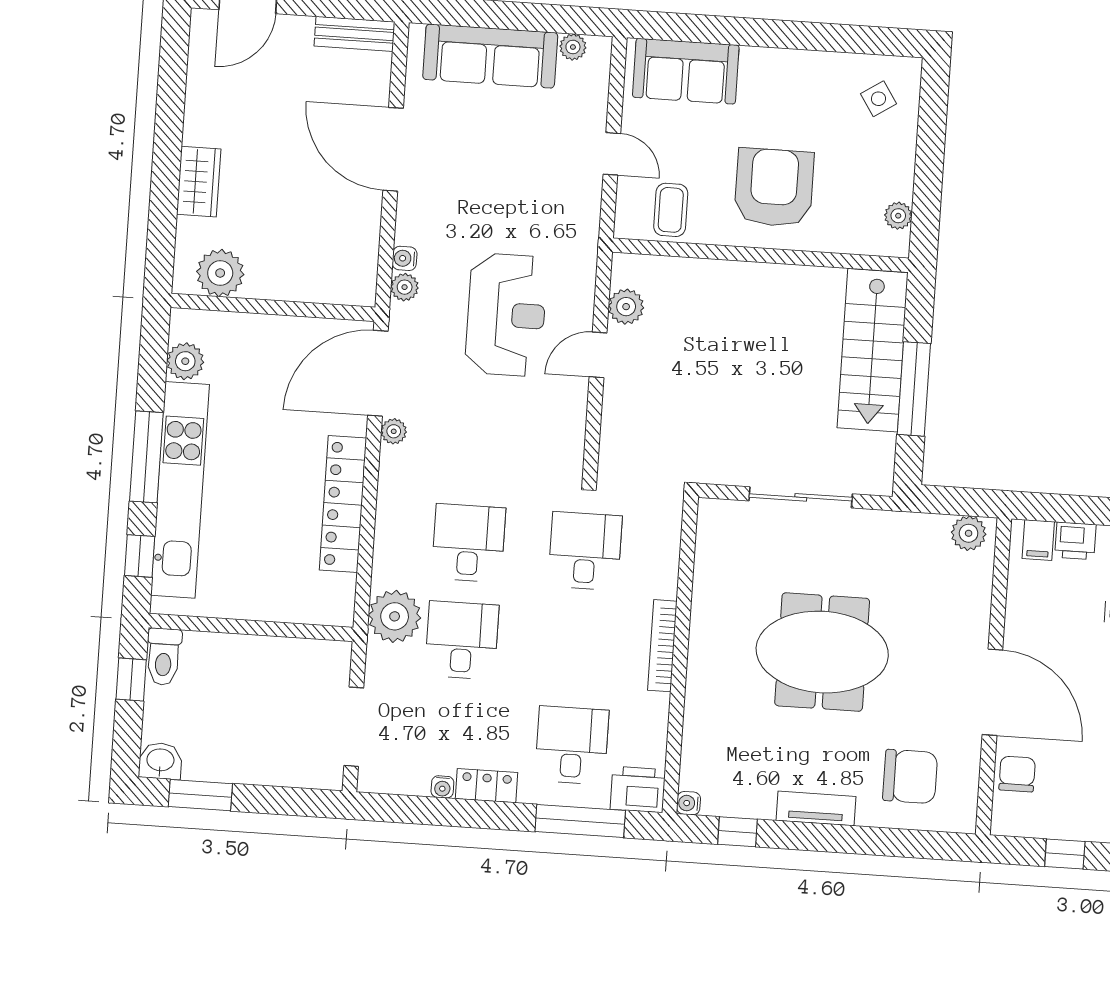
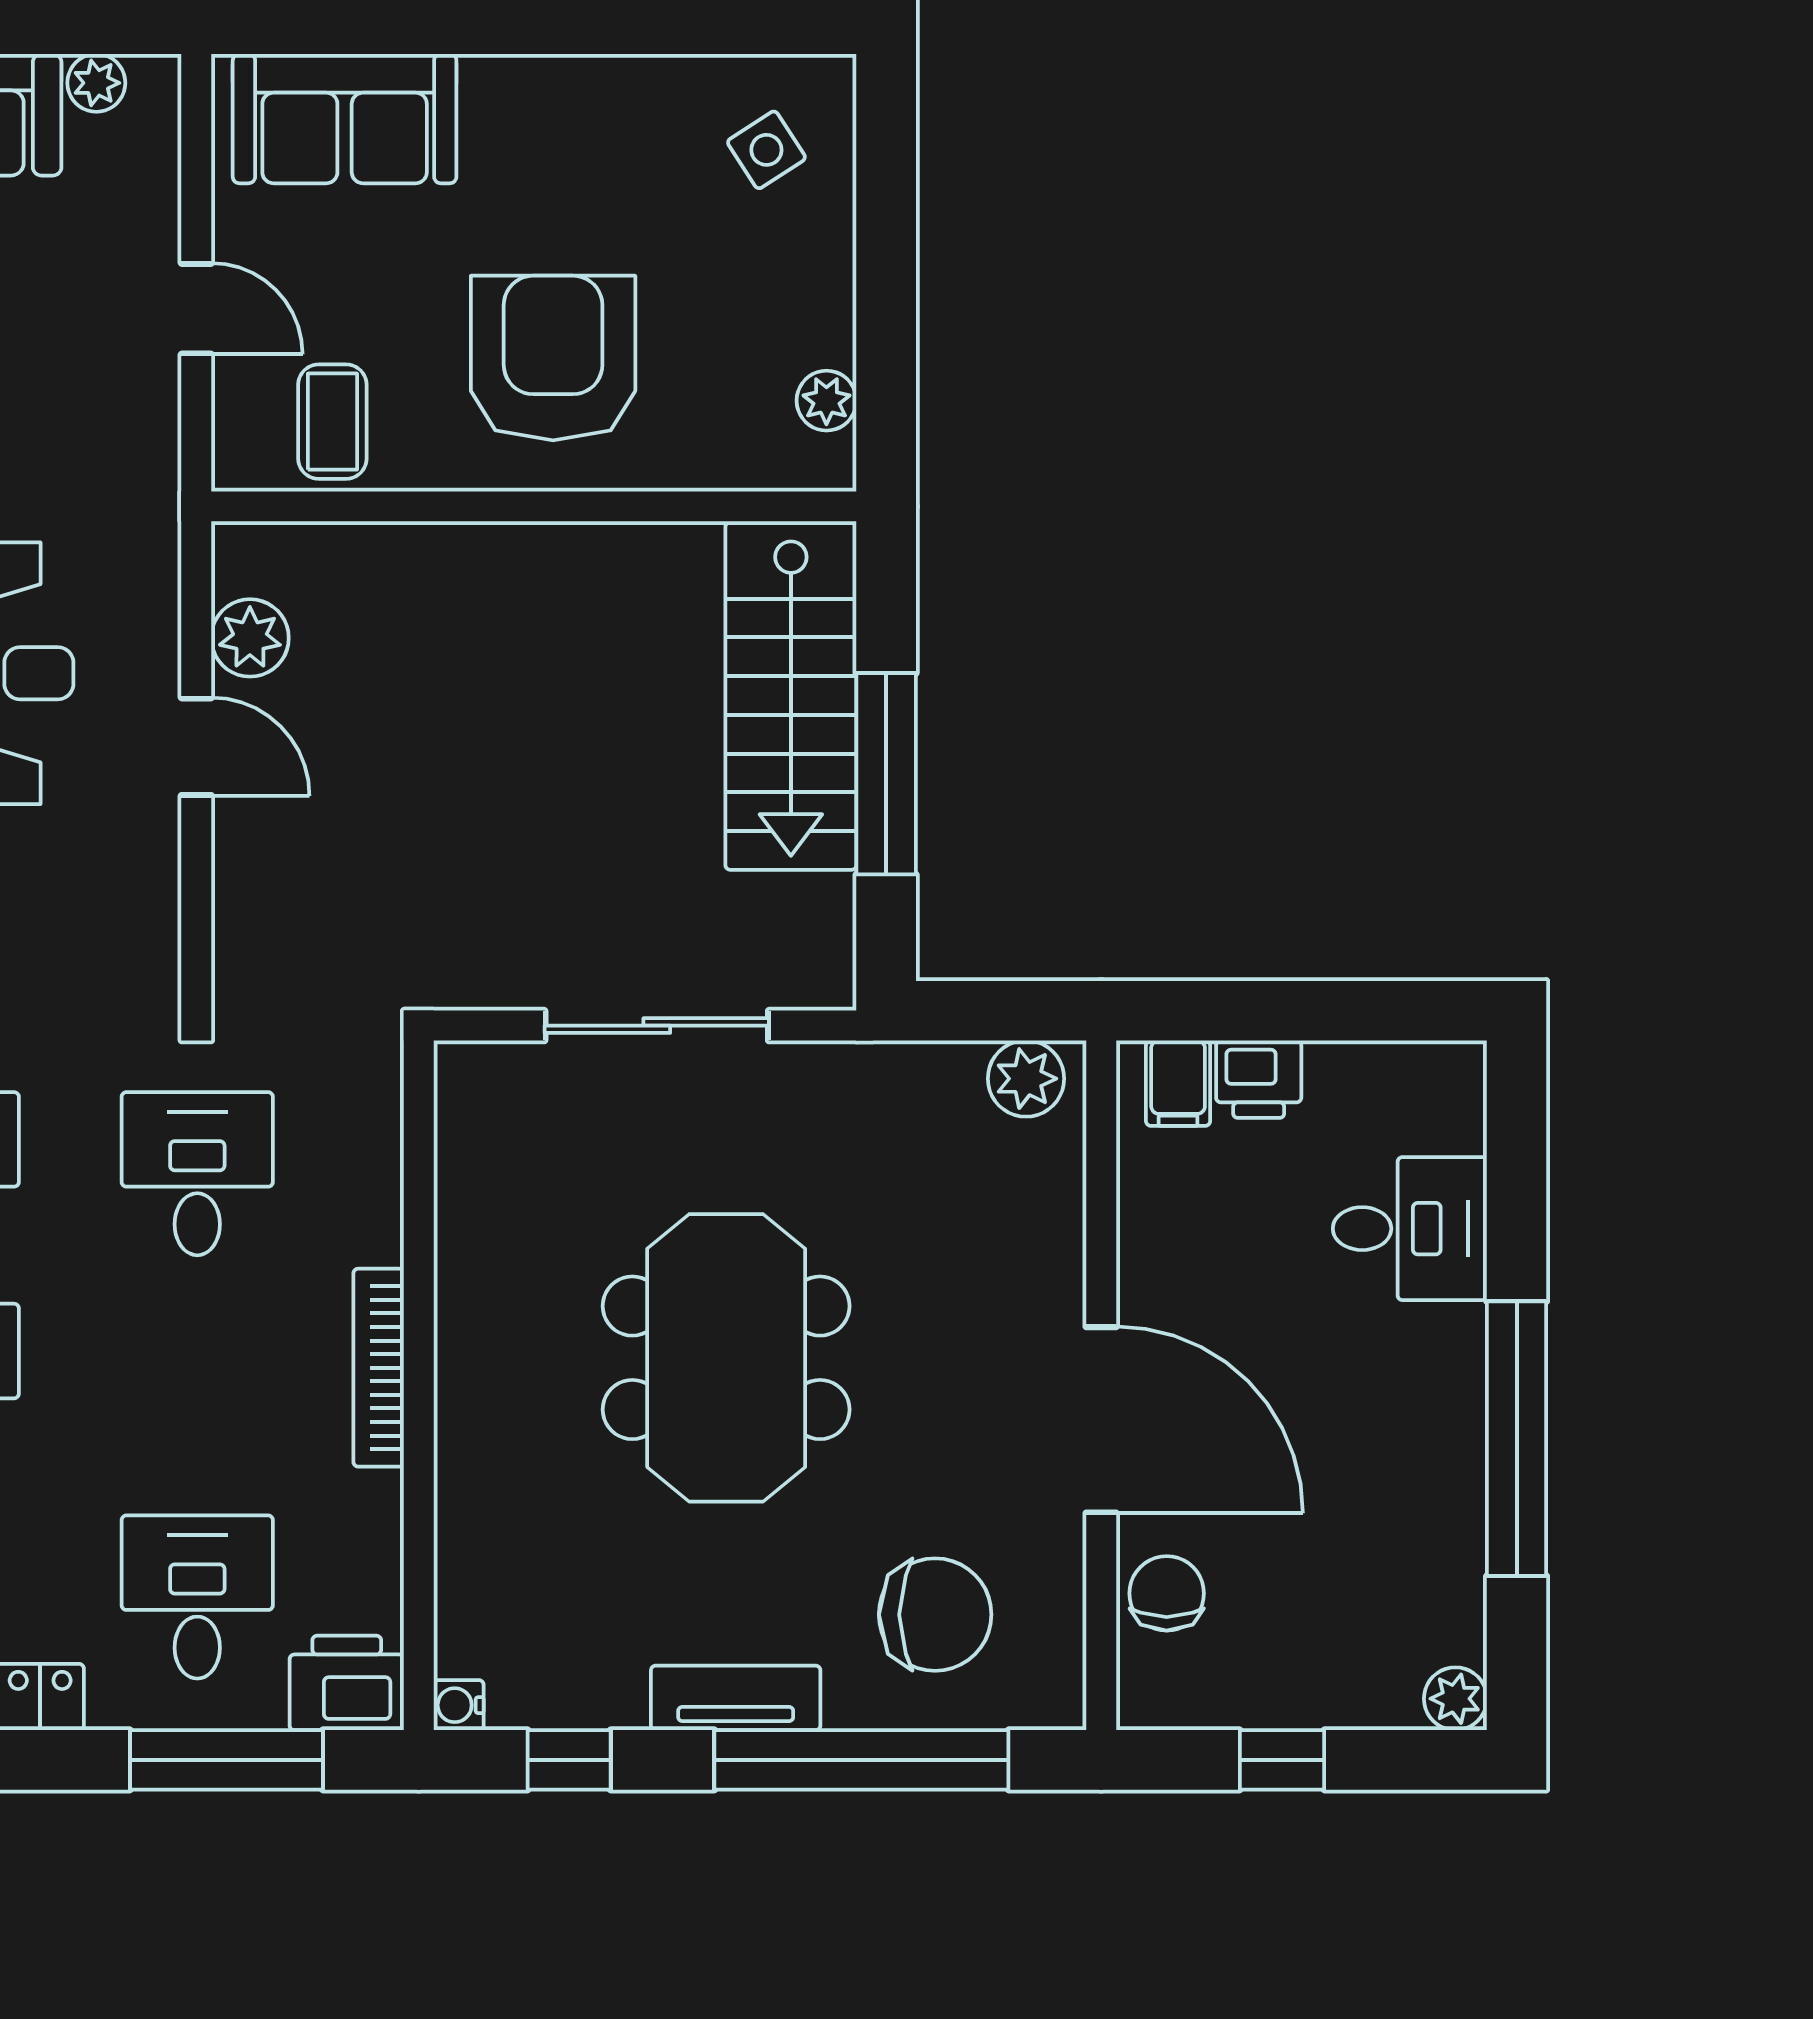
door: (598, 355) -> (196, 747), swing flipped
meeting table: (822, 652) -> (726, 1358), turned 90
window: (872, 841) -> (861, 1760), added

